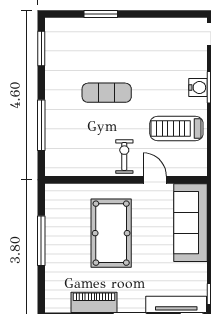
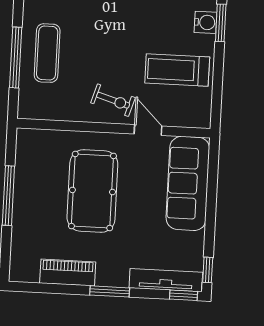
exercise mat: (107, 93) -> (47, 53), moved, turned 90
exercise bike: (124, 156) -> (113, 100), turned 107

